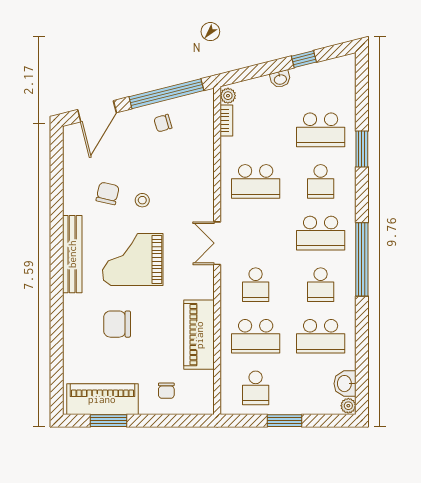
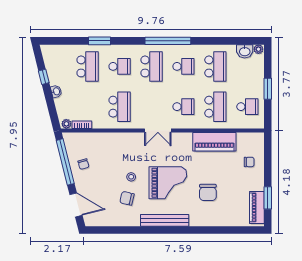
grand piano: (133, 259) -> (168, 183), turned -90
piano: (102, 399) -> (257, 207), width x0.73, depth x0.75

